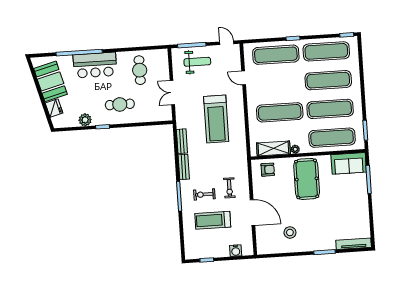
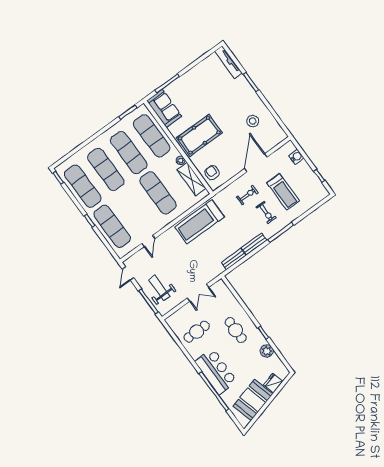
treadmill: (216, 119) -> (199, 222), moved, turned 180

